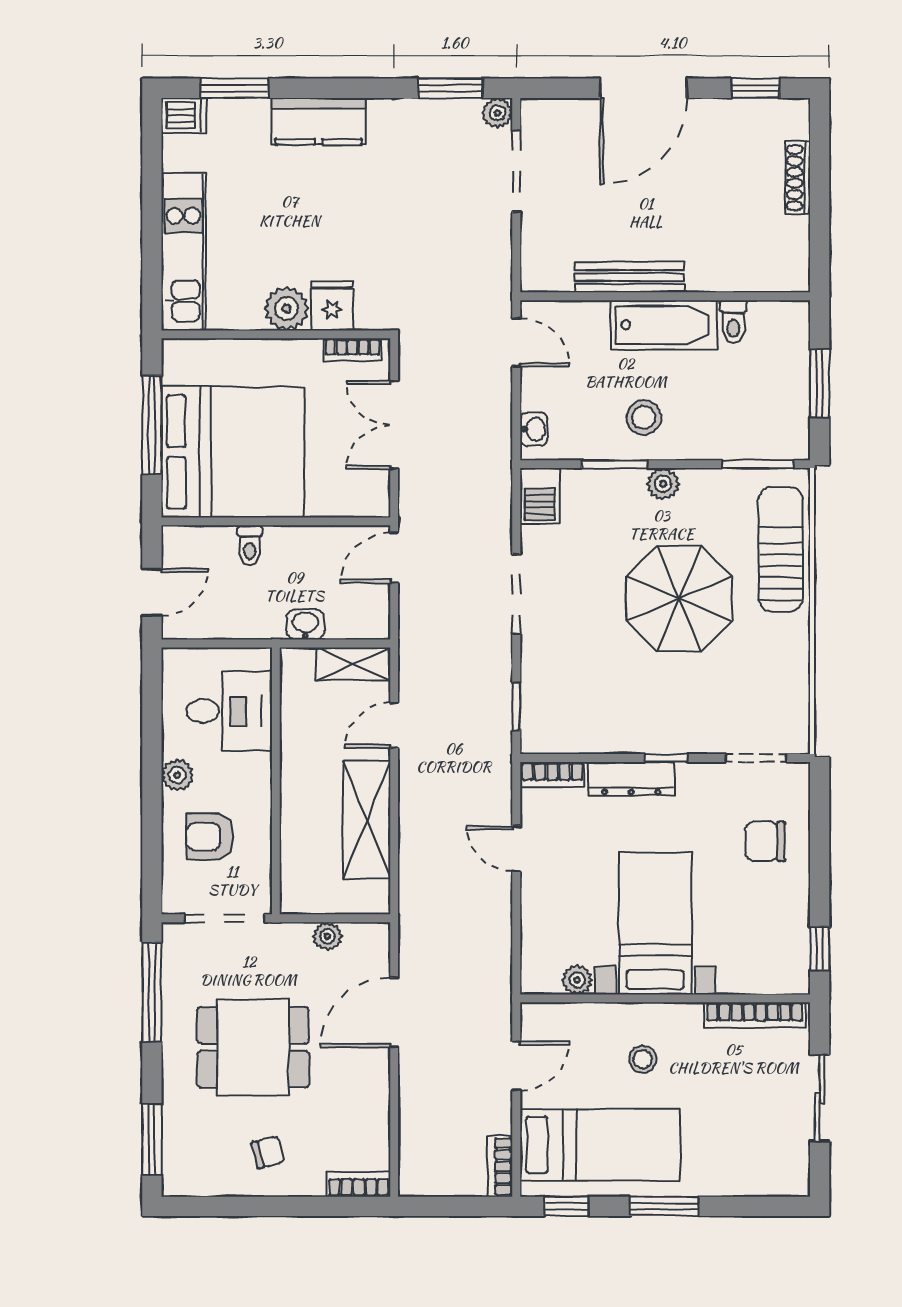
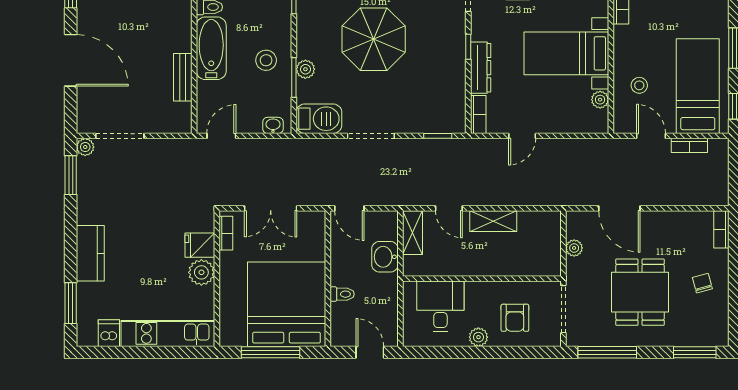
dishwasher: (184, 115) -> (109, 333), moved
bench: (630, 277) -> (183, 77), width x0.73
plant: (663, 484) -> (305, 69), moved
barbecue: (540, 496) -> (319, 119), width x1.38, depth x1.27
washbasin: (305, 624) -> (385, 257), width x1.38, depth x1.45
shelving: (367, 820) -> (493, 221), width x0.67, depth x0.75
stool: (643, 1059) -> (639, 85), moved
bookcase: (500, 1166) -> (689, 145), moved

